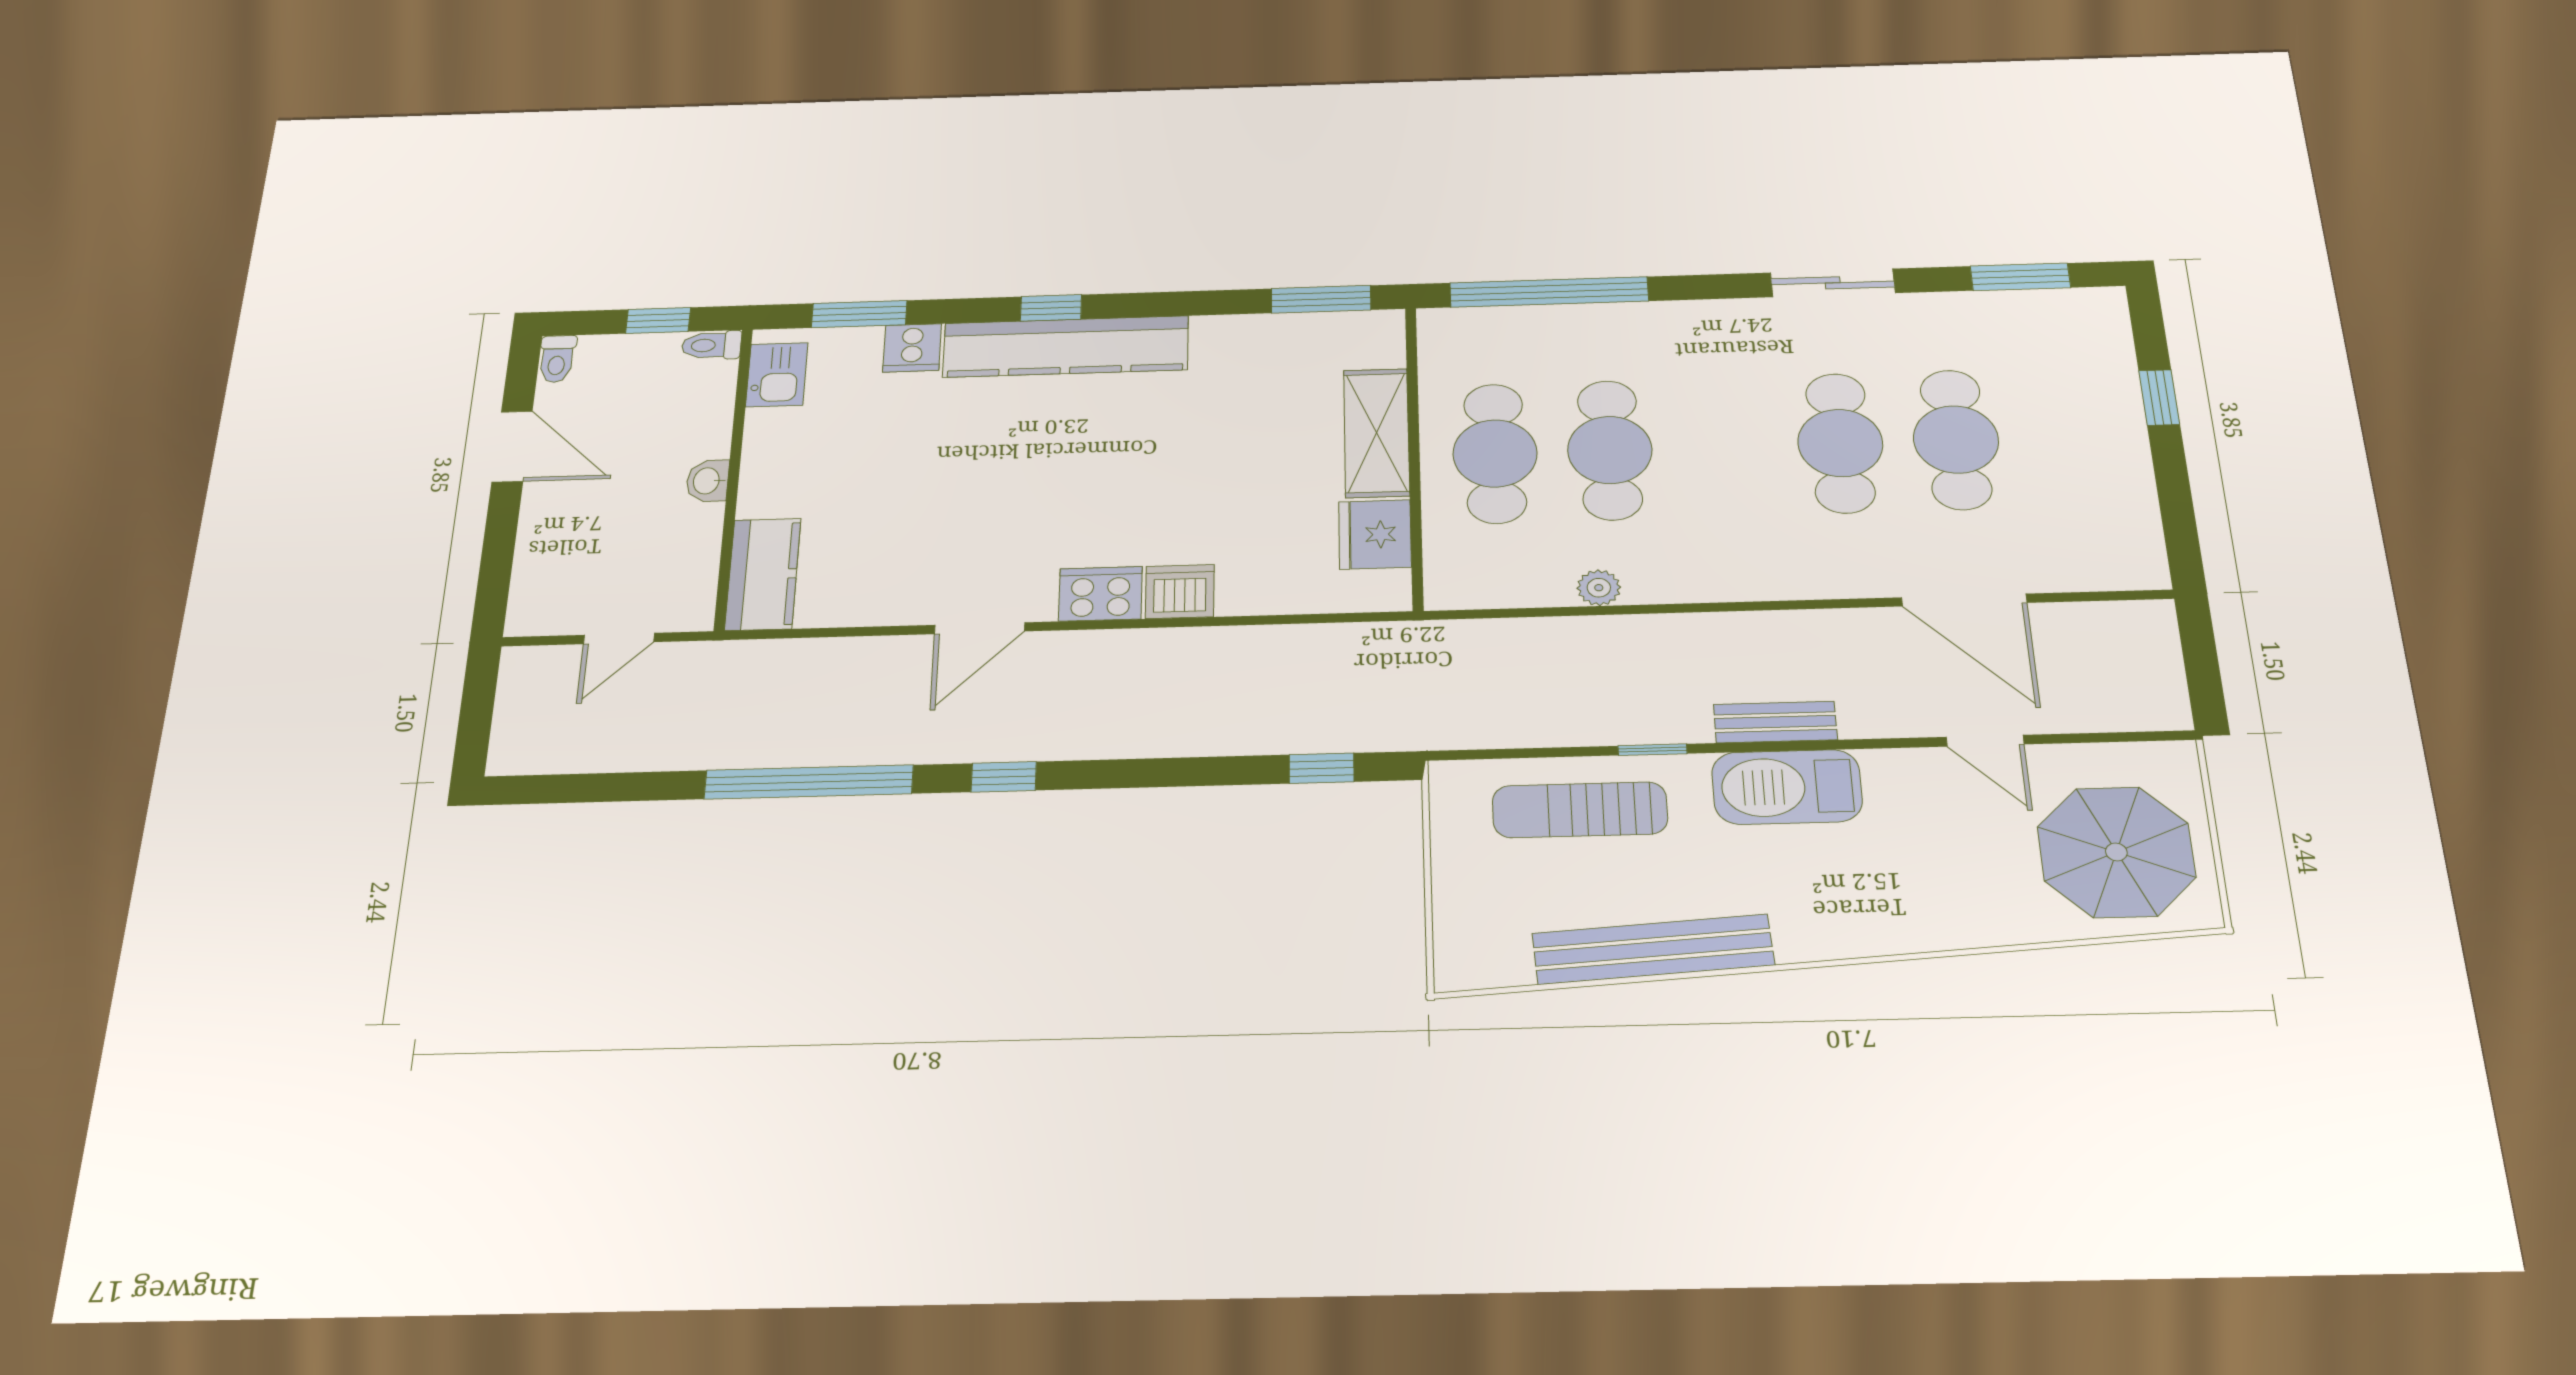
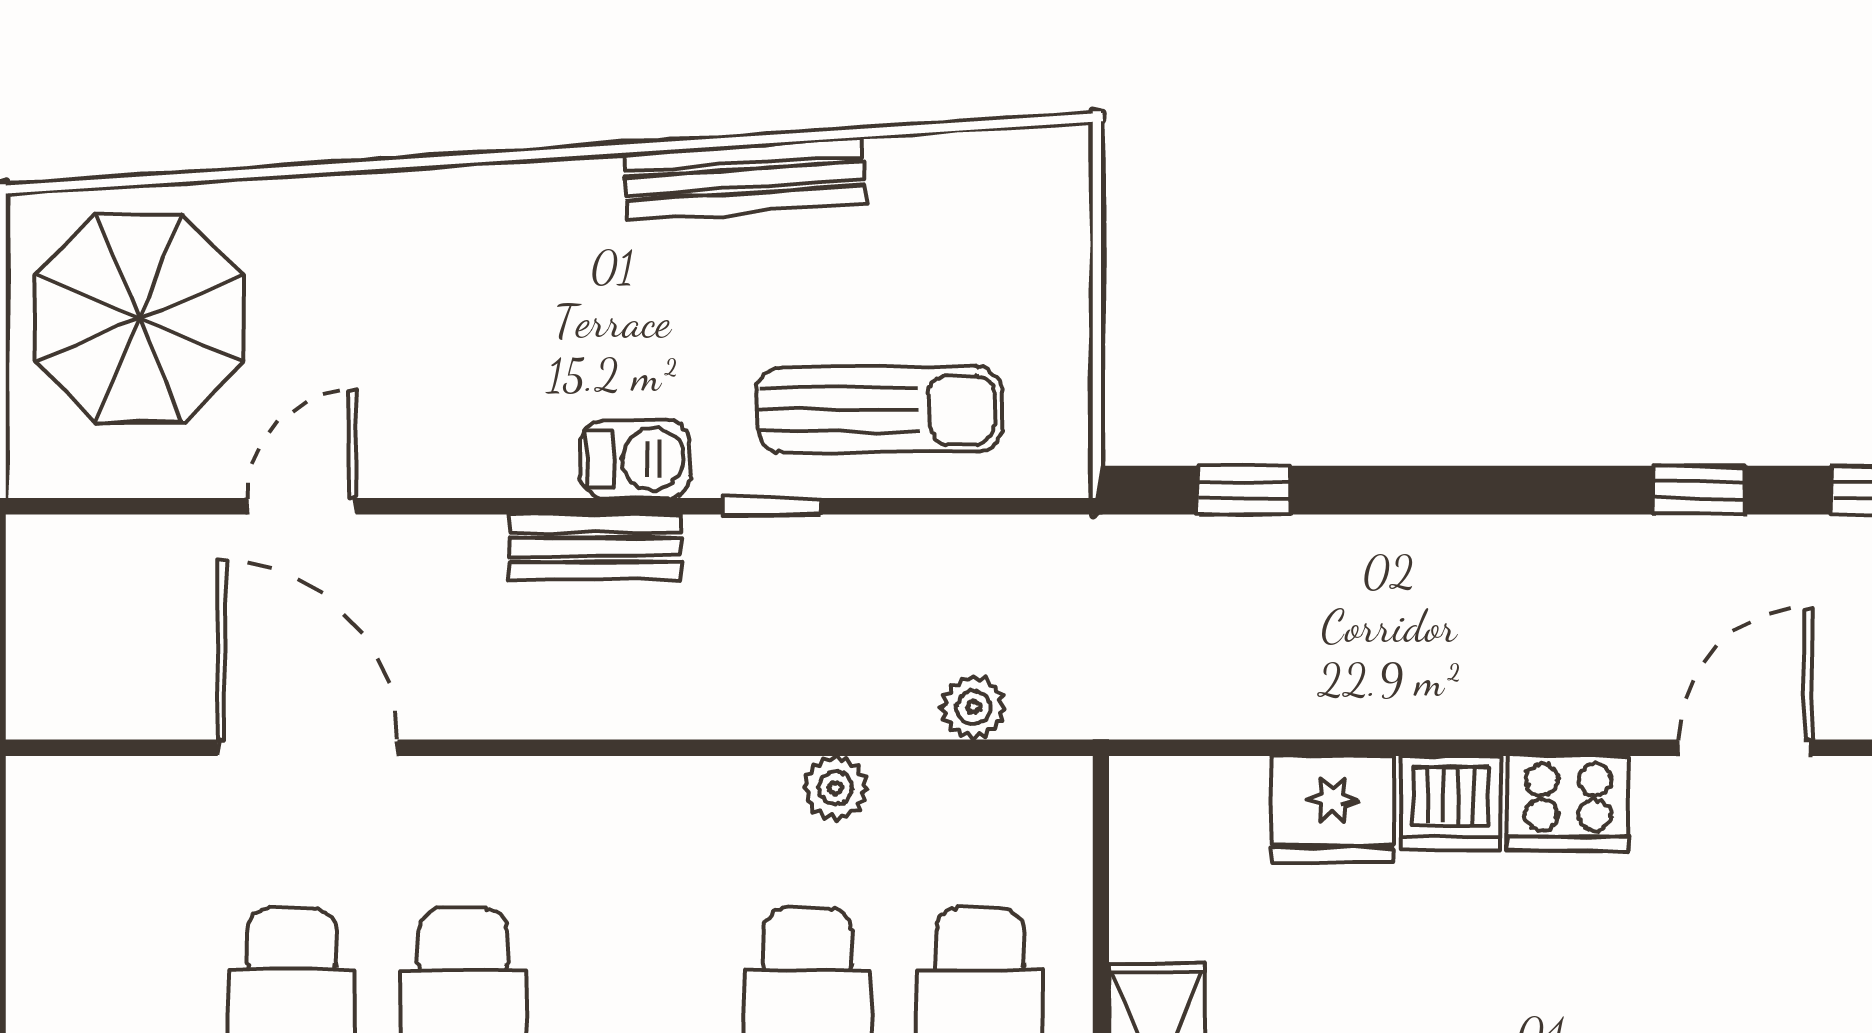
fridge: (1375, 534) -> (1333, 809), moved, turned 90
plant: (1506, 636) -> (974, 707), added
door: (1985, 741) -> (302, 506), hinge flipped
barbecue: (1787, 787) -> (635, 459), width x0.53, depth x0.65
bench: (1653, 949) -> (745, 178), width x0.73, depth x0.82

